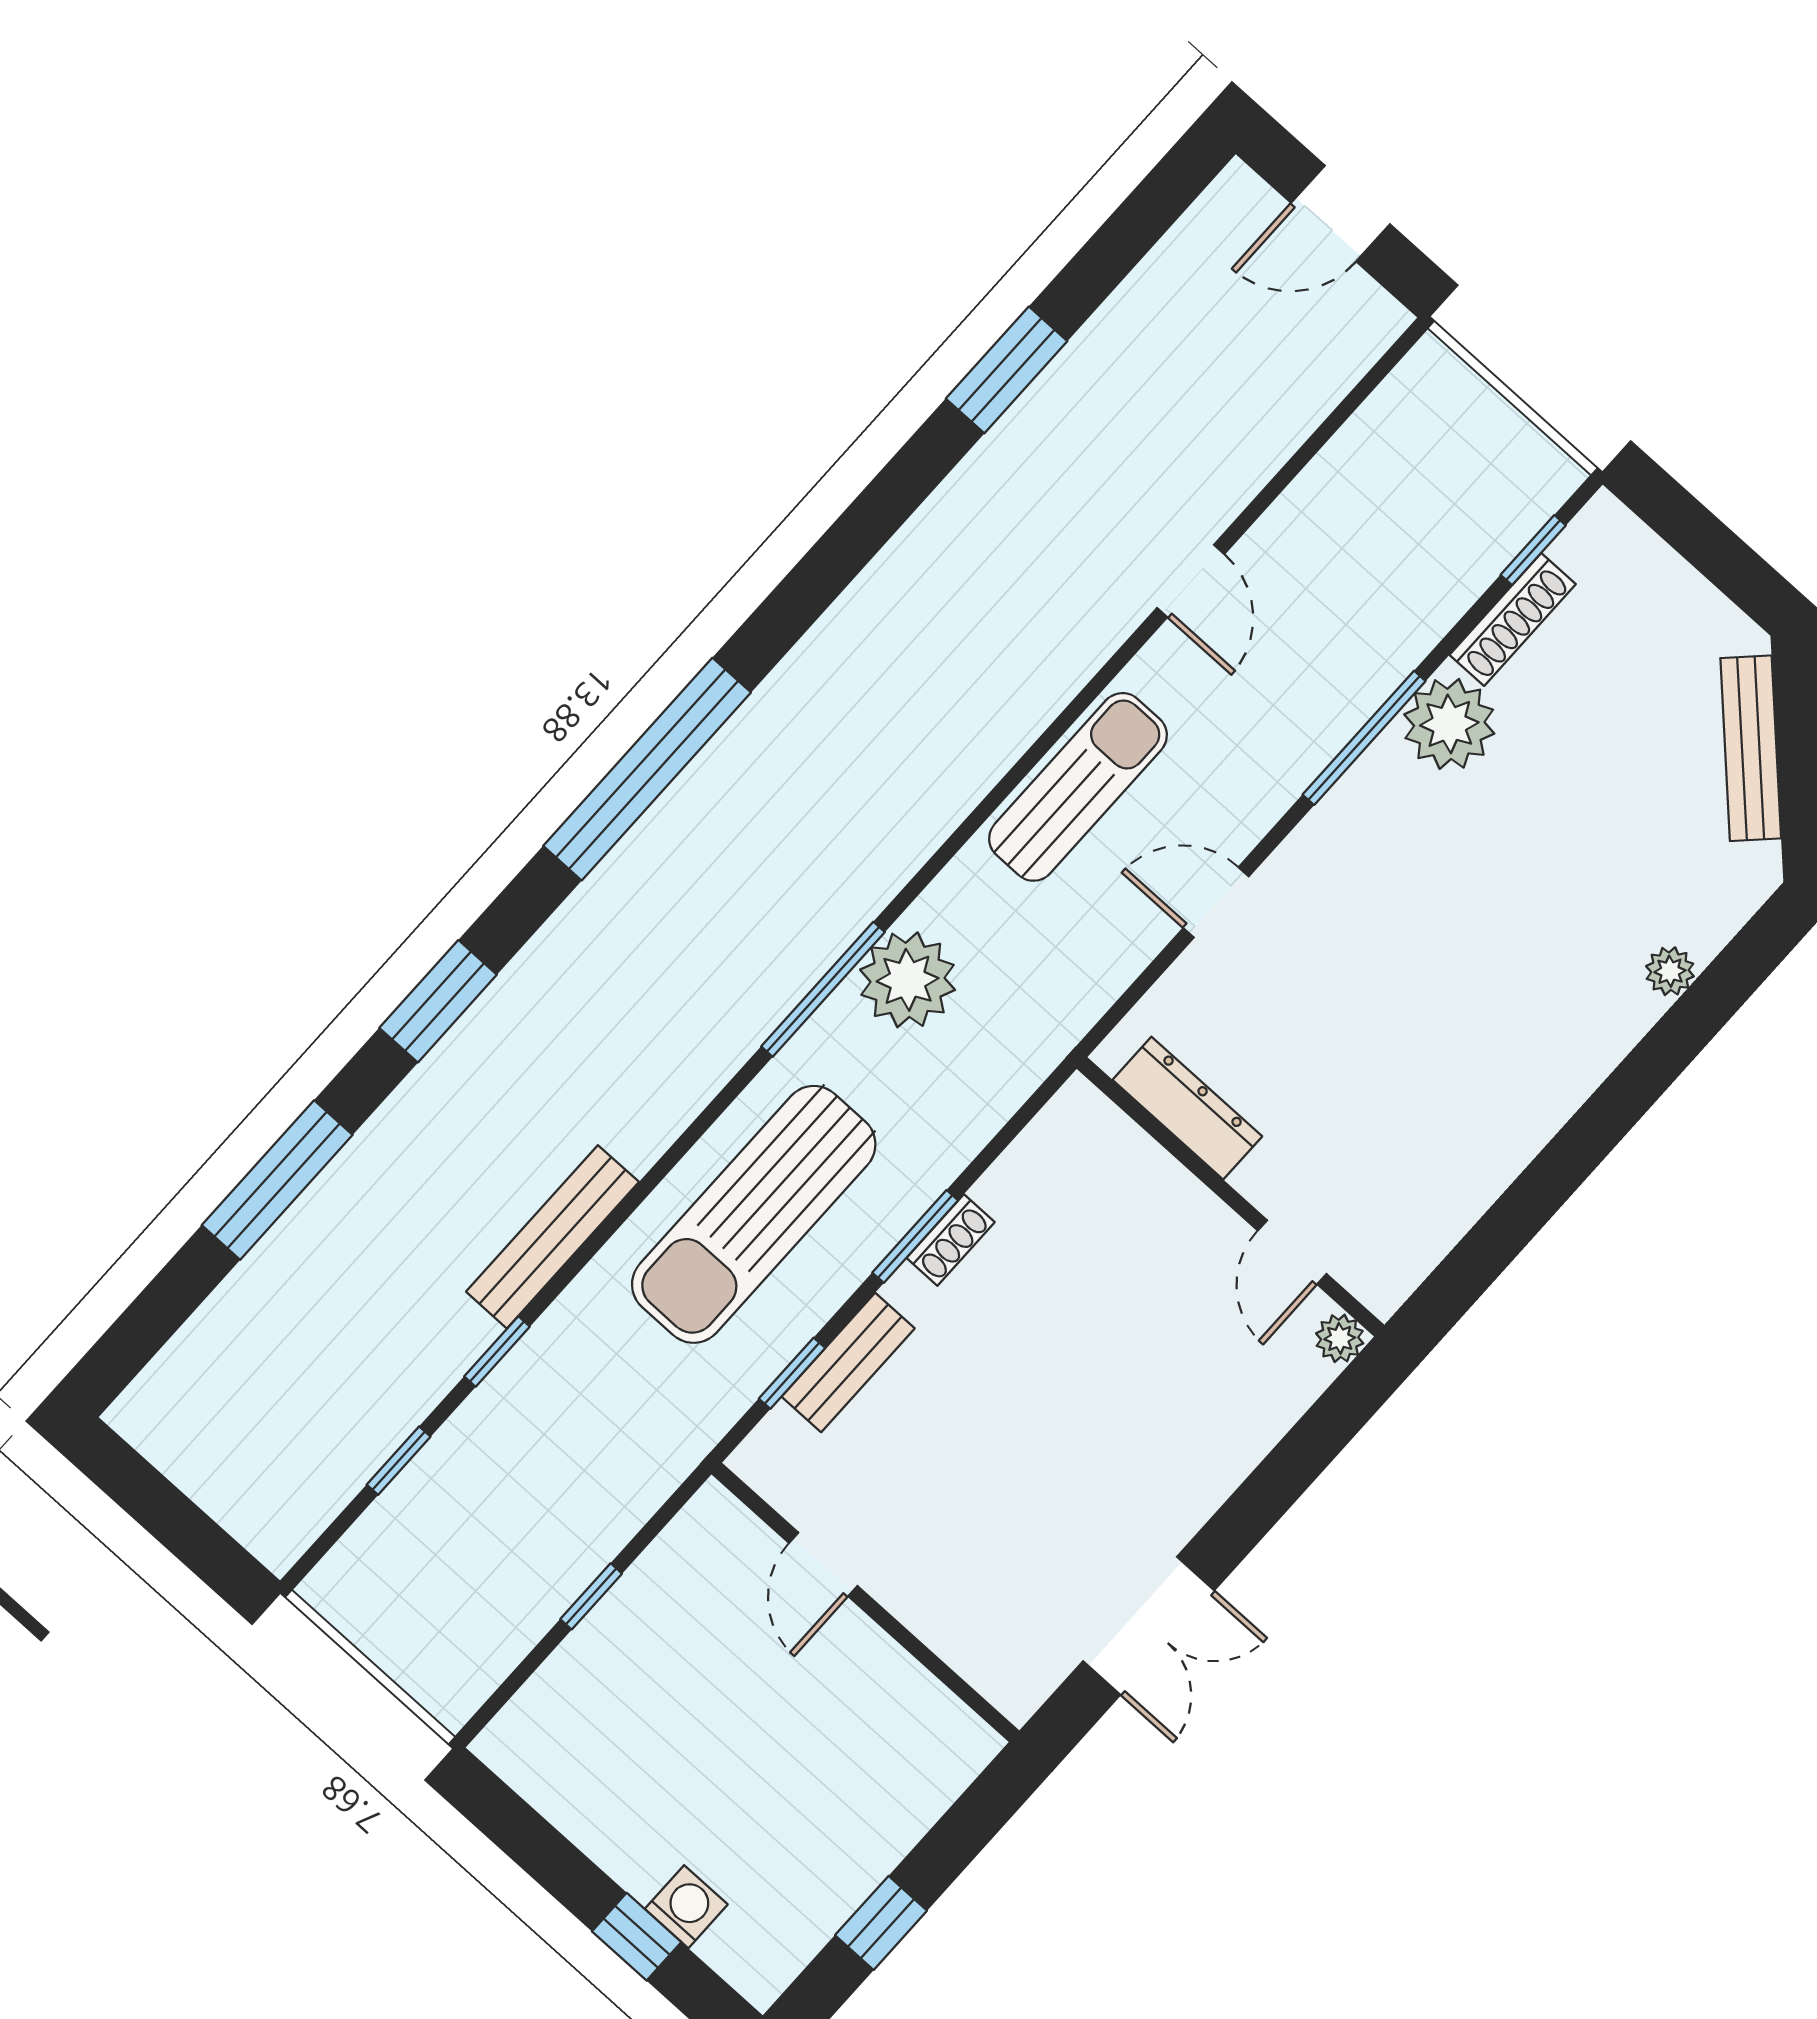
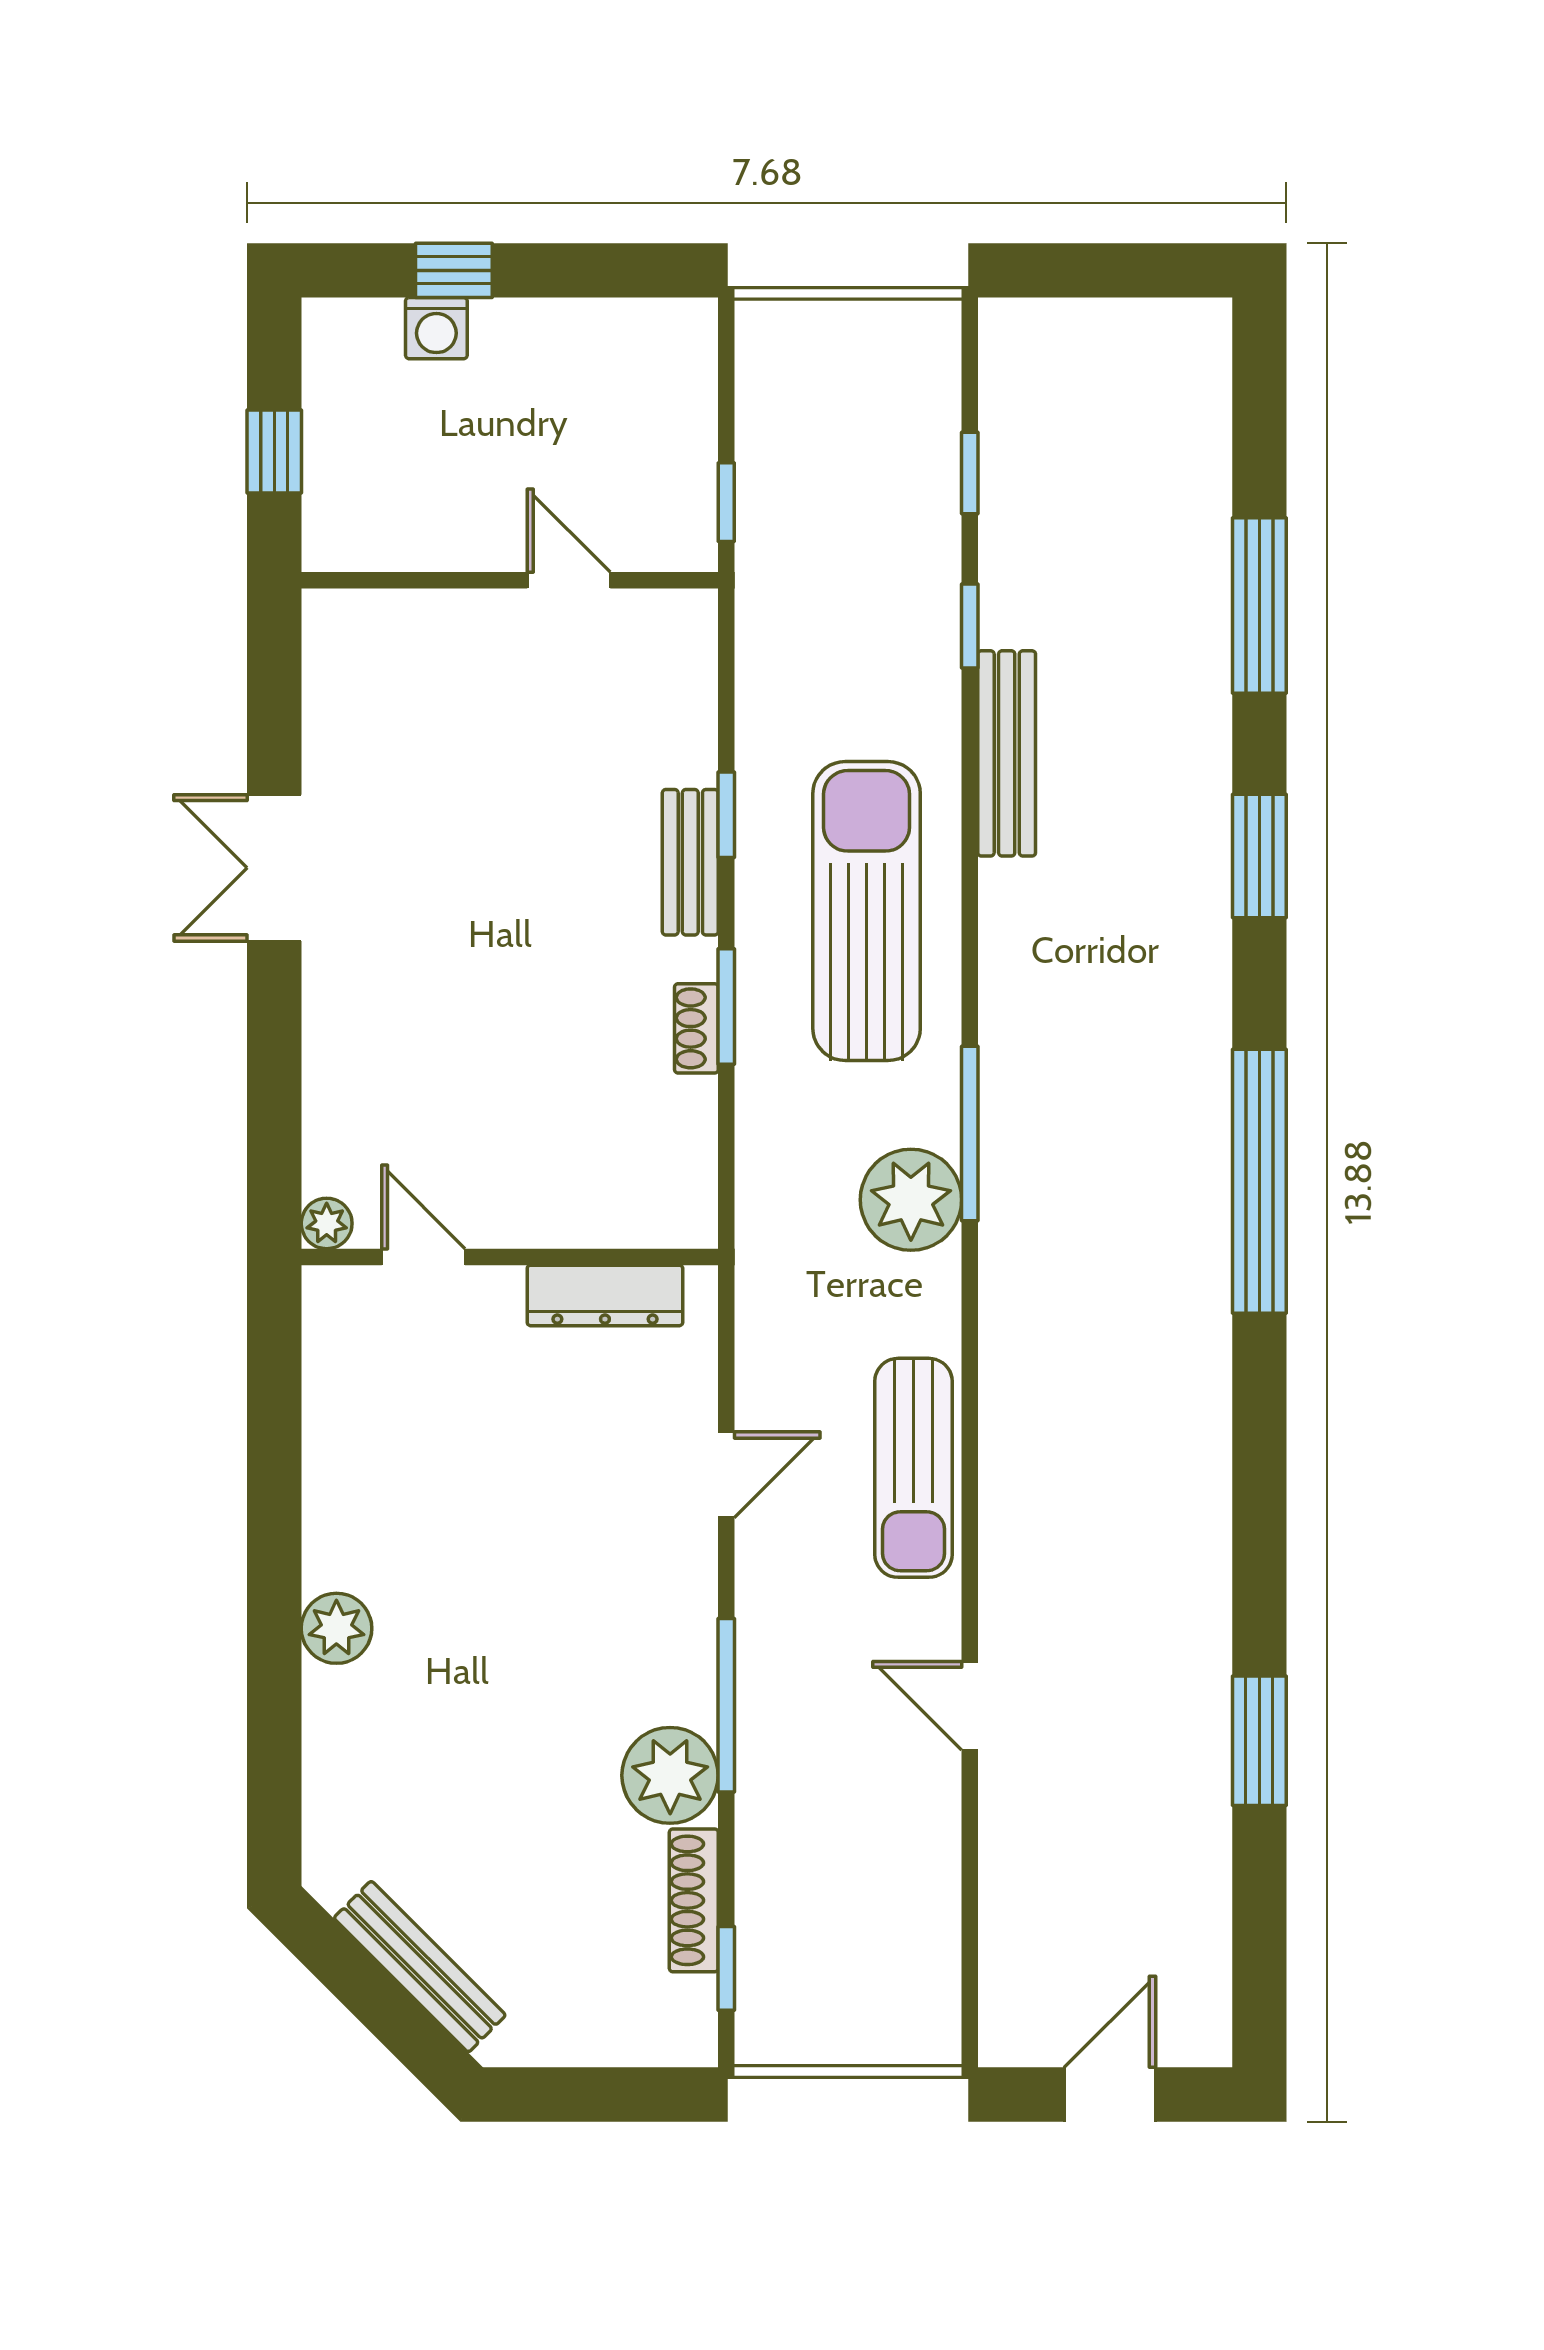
plant: (1670, 971) -> (336, 1628), moved, width x1.38, depth x1.38
door: (823, 1564) -> (569, 580), moved
wall: (865, 1602) -> (510, 580), moved

